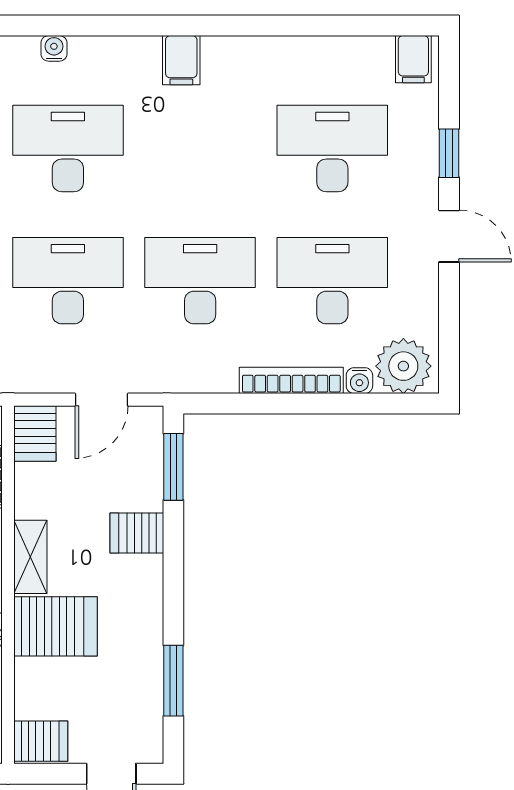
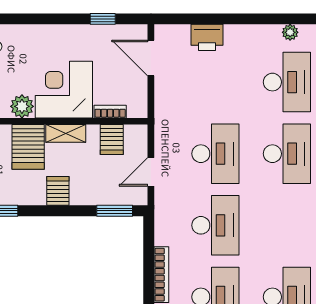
door: (102, 400) -> (151, 172), hinge flipped
server rack: (35, 433) -> (112, 140), moved, turned -90
server rack: (137, 533) -> (58, 191), moved

